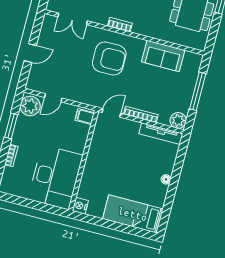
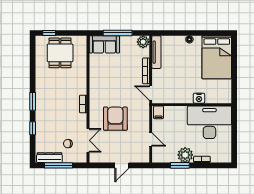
door: (30, 53) -> (122, 165), swing flipped
sofa: (163, 56) -> (104, 44), moved, turned 90
armchair: (109, 59) -> (115, 119), moved
plant: (30, 106) -> (185, 155), moved
nightstand: (80, 206) -> (199, 98), moved
bed: (133, 214) -> (217, 57), width x1.50

